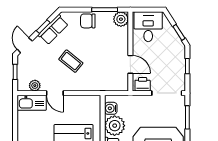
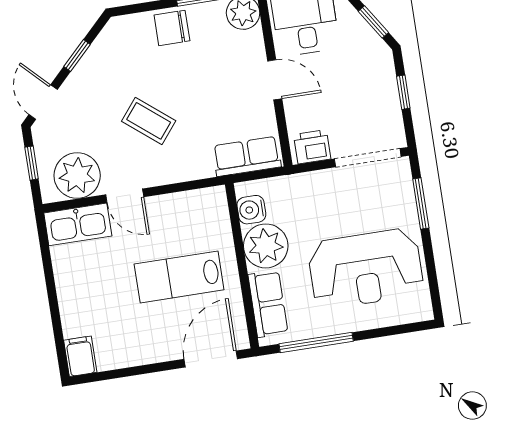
row of seats: (53, 30) -> (247, 156), moved, turned -135
door: (130, 64) -> (275, 80), moved
plant: (35, 86) -> (77, 176), width x1.88, depth x1.88

